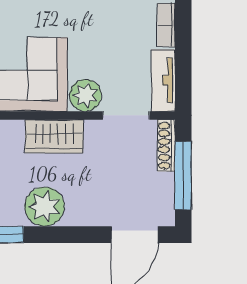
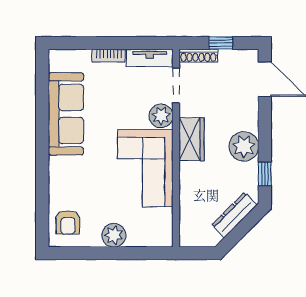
window: (183, 176) -> (221, 43), width x0.46

